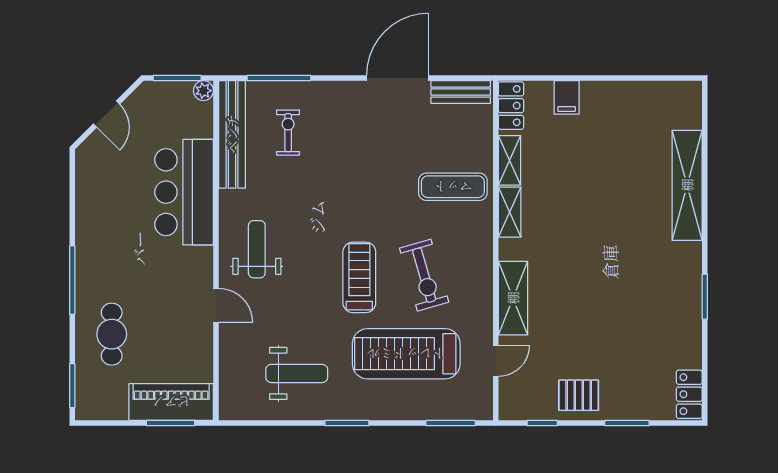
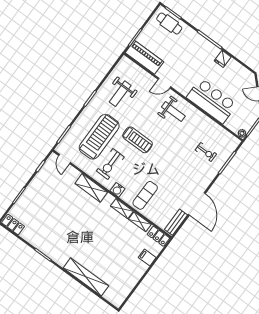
bench: (232, 134) -> (220, 132), removed
fridge: (90, 229) -> (223, 59), added
water cooler: (481, 246) -> (117, 190), added
exercise bike: (424, 275) -> (110, 164), moved, turned -74
cafe table: (112, 334) -> (169, 24), moved
door: (496, 361) -> (65, 159), moved
pallet: (579, 395) -> (41, 186), removed
piano: (171, 402) -> (144, 57), moved, turned -90

